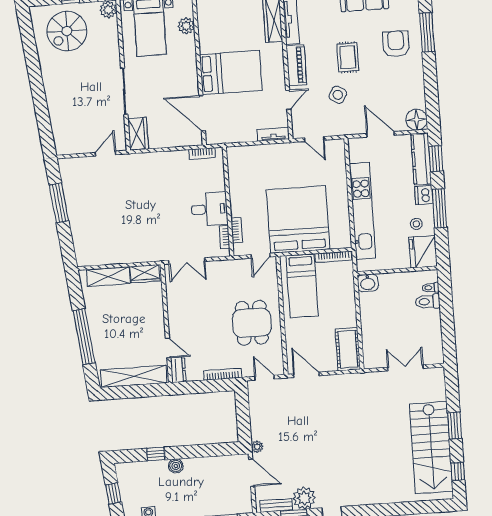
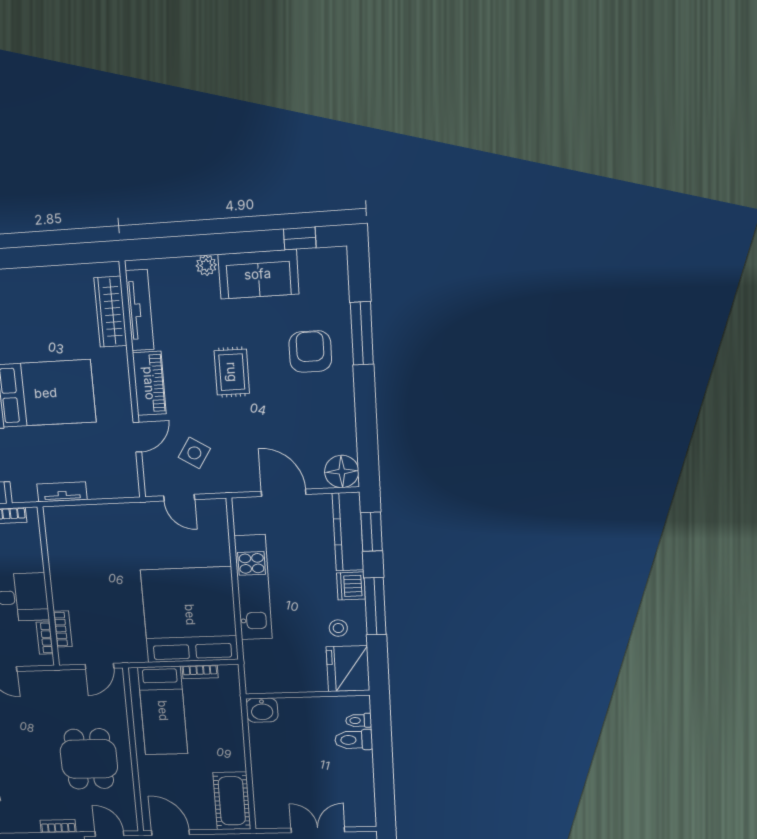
side table: (338, 95) -> (194, 453), moved
tv unit: (273, 134) -> (62, 492), moved
kitchen unit: (362, 211) -> (253, 587), width x0.73
bed: (298, 220) -> (190, 615), moved
bookcase: (333, 257) -> (200, 672), width x0.64
bookcase: (223, 374) -> (58, 826), width x0.64

